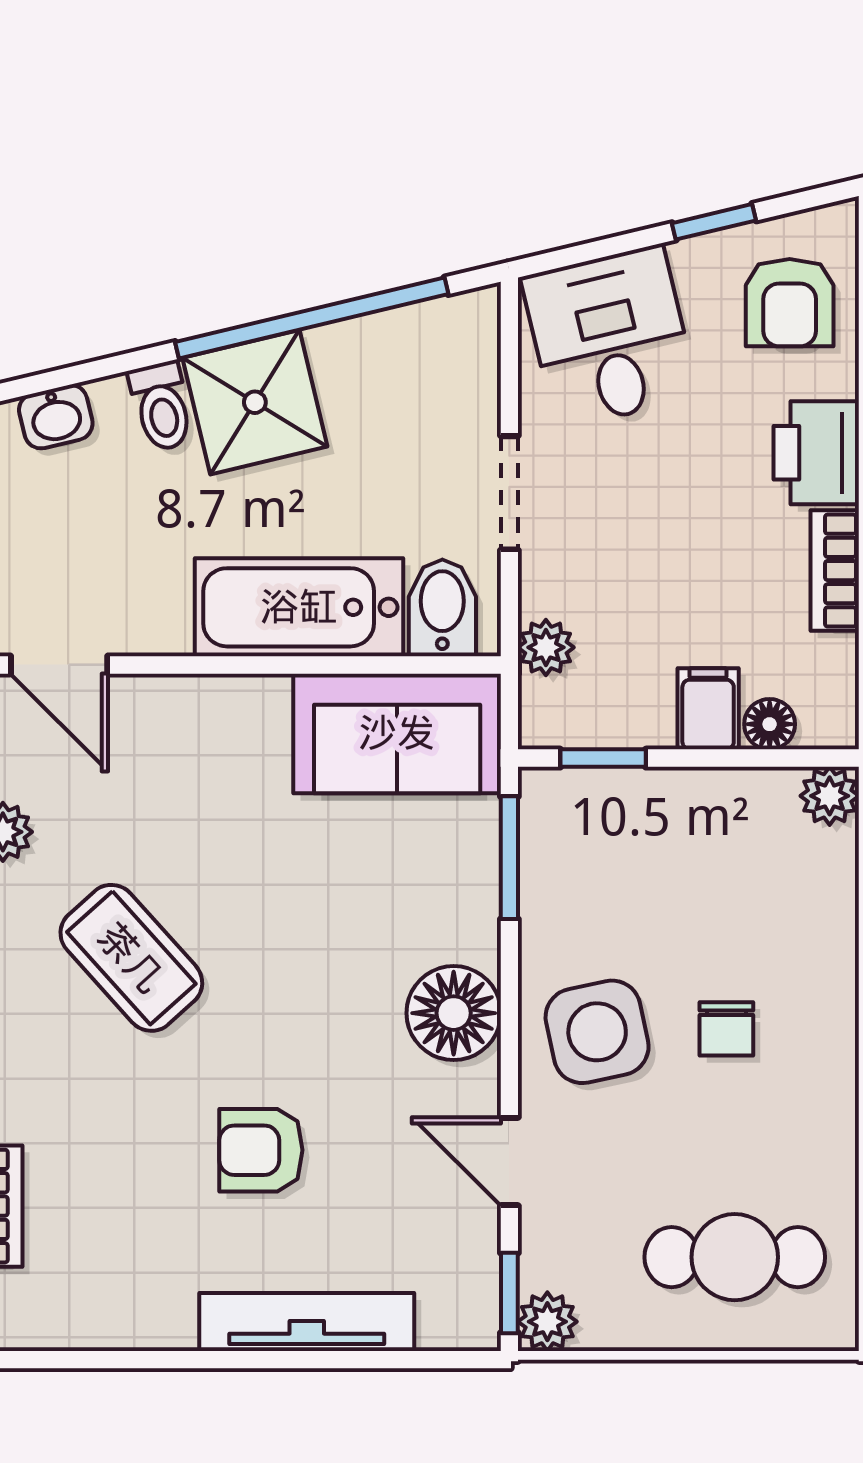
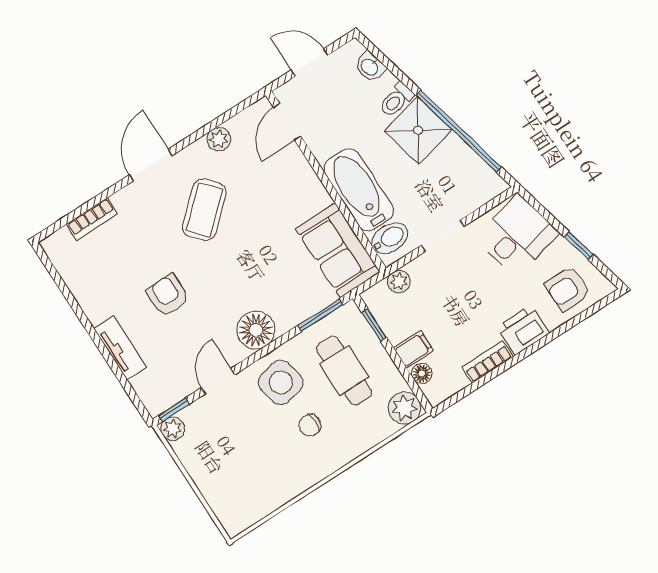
plant: (830, 796) -> (405, 408), width x1.38, depth x1.38
cafe table: (735, 1257) -> (344, 371), moved
tv unit: (307, 1322) -> (120, 348), width x0.71

